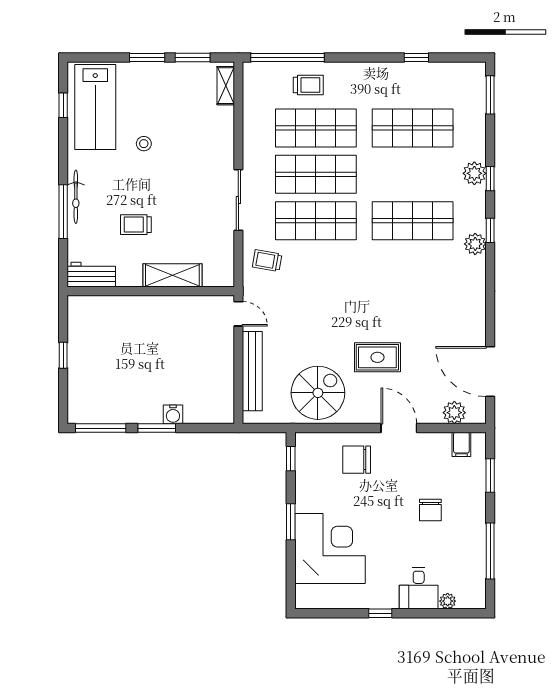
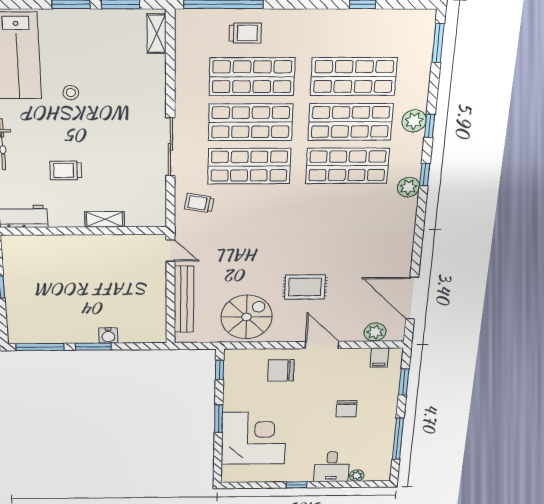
shop shelf: (413, 174) -> (350, 122), added
shelving: (172, 275) -> (105, 219), width x0.67, depth x0.75

